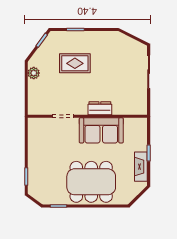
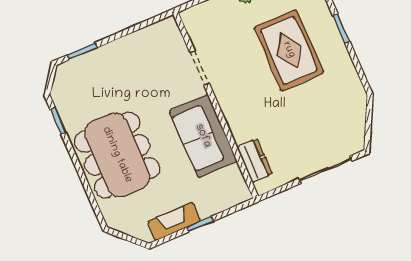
rug: (75, 63) -> (289, 50), width x1.36, depth x1.43
dresser: (100, 108) -> (254, 161), moved

